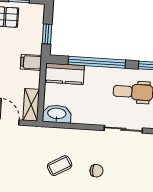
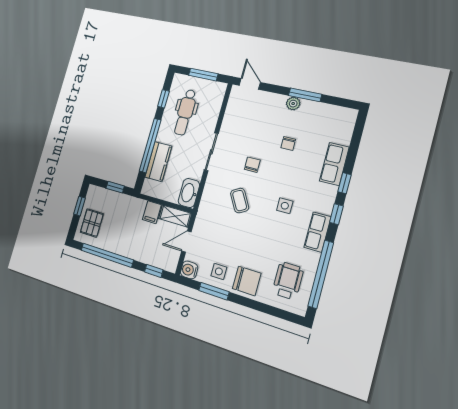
filing cabinet: (31, 62) -> (152, 212), moved
kitchen counter: (64, 74) -> (158, 162), moved
sliding door: (123, 129) -> (211, 152), moved

